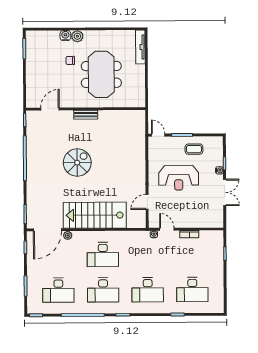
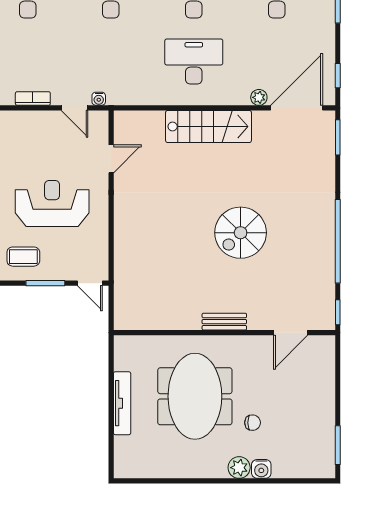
tv unit: (140, 47) -> (122, 403), moved
stairs: (95, 215) -> (209, 126), width x0.73, depth x0.66

